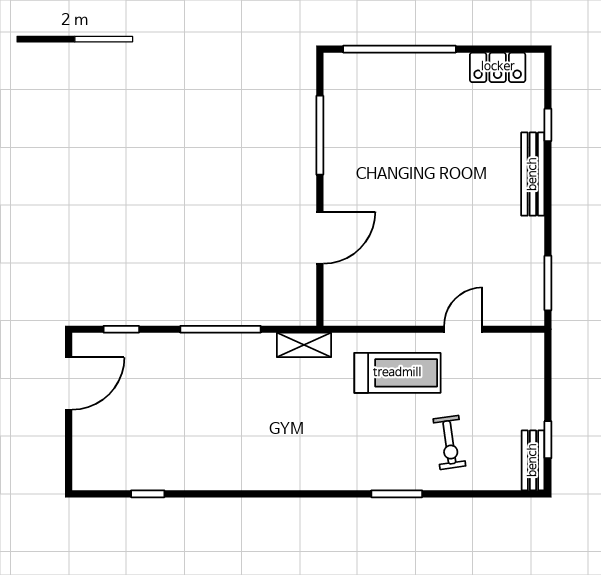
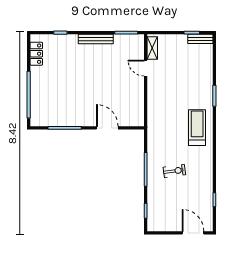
bench: (533, 174) -> (96, 39), moved
shelving: (304, 345) -> (152, 48), moved
treadmill: (397, 373) -> (197, 128), moved
door: (69, 384) -> (193, 233), moved
exercise bike: (449, 442) -> (174, 171), moved

